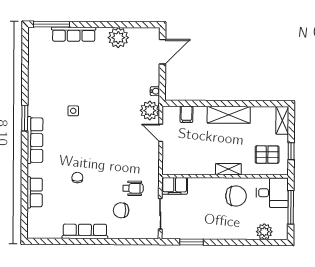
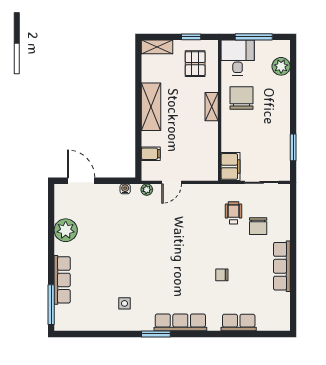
side table: (73, 111) -> (124, 303), moved
plant: (150, 111) -> (147, 190), width x0.53, depth x0.53

